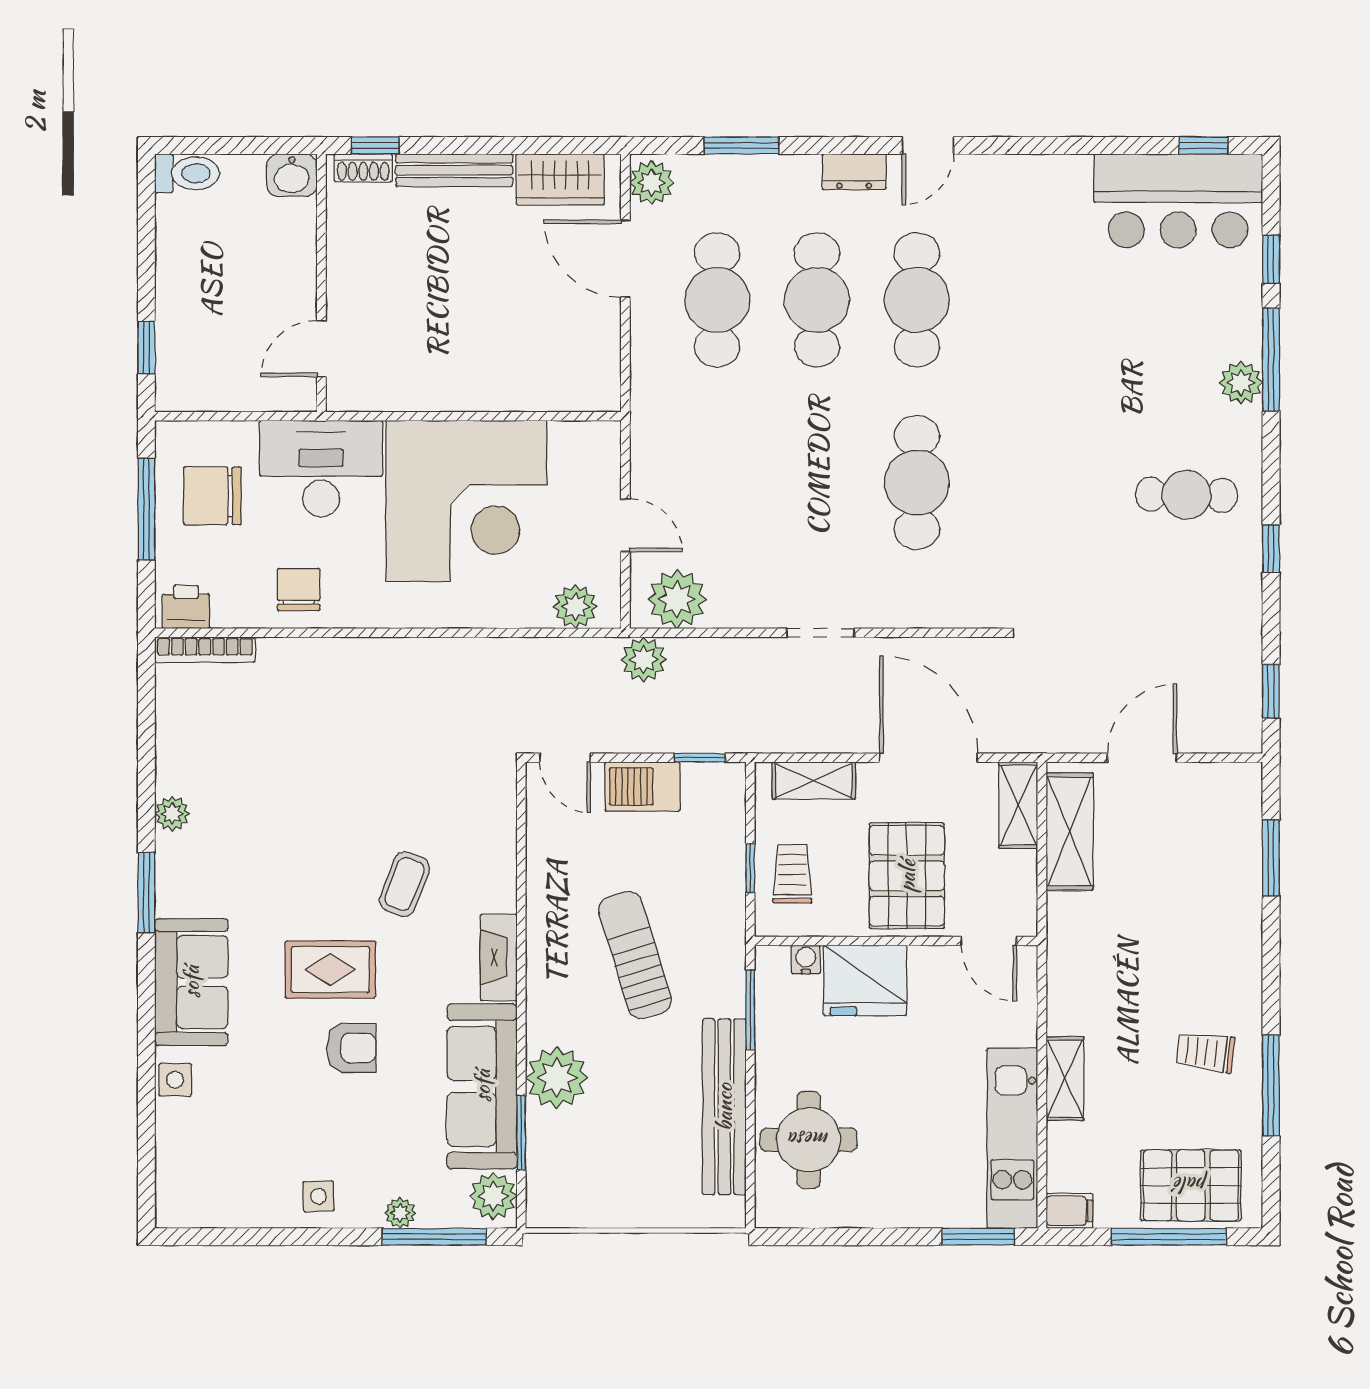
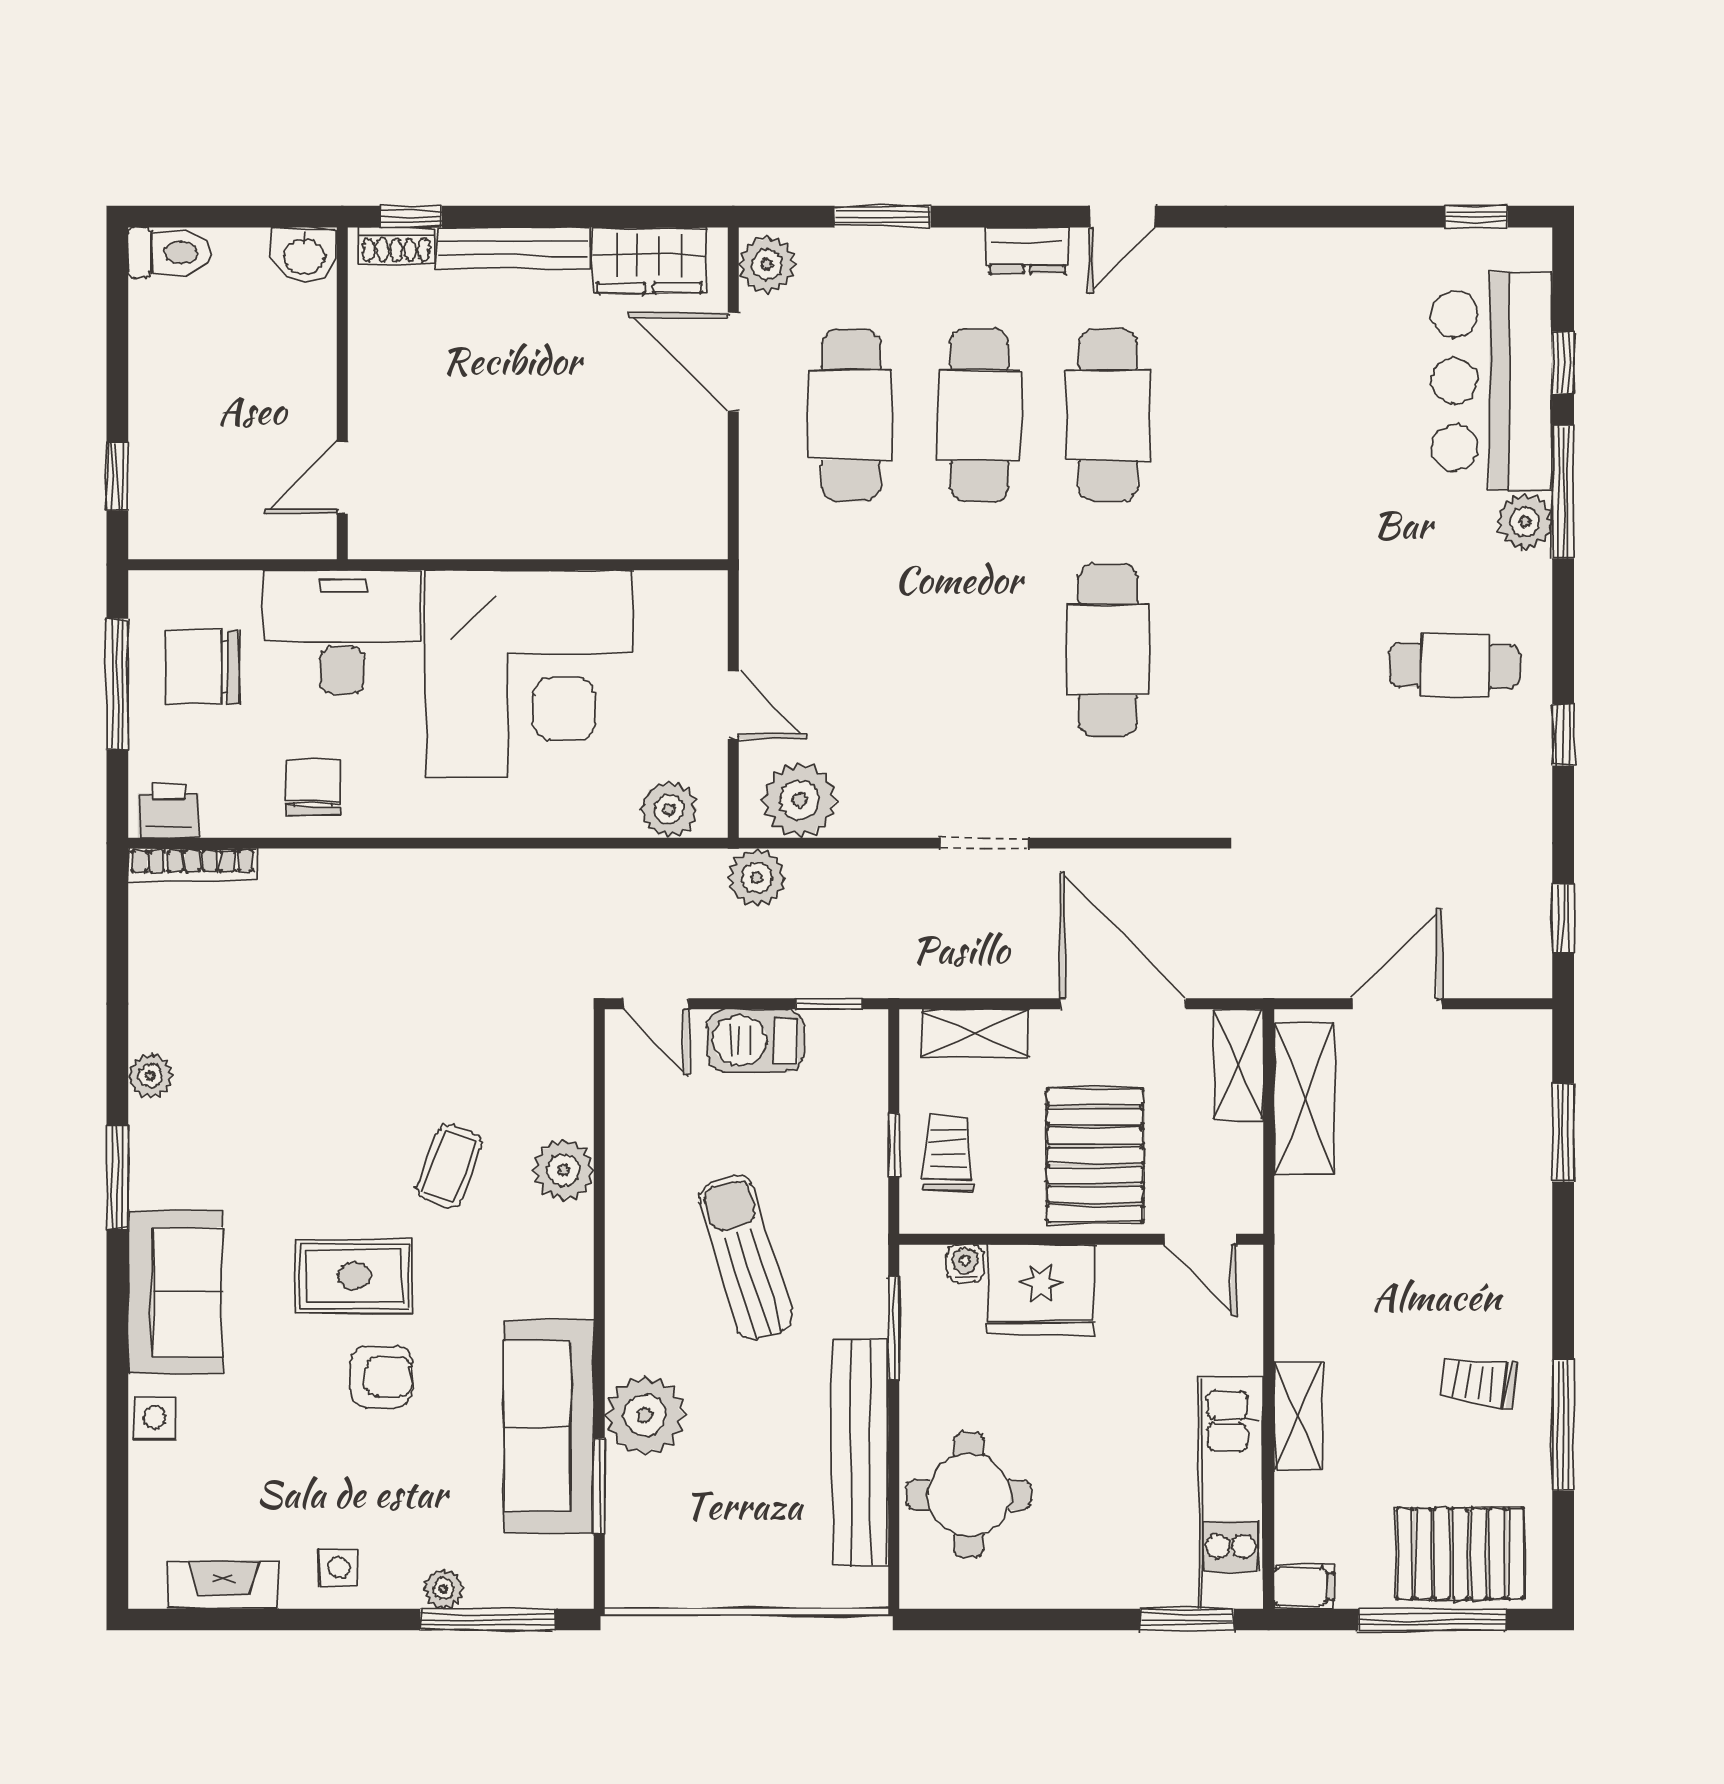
bar counter: (1178, 201) -> (1492, 381), moved, turned 90
fireplace: (499, 957) -> (223, 1585), moved, turned 90
plant: (493, 1196) -> (563, 1170), moved

